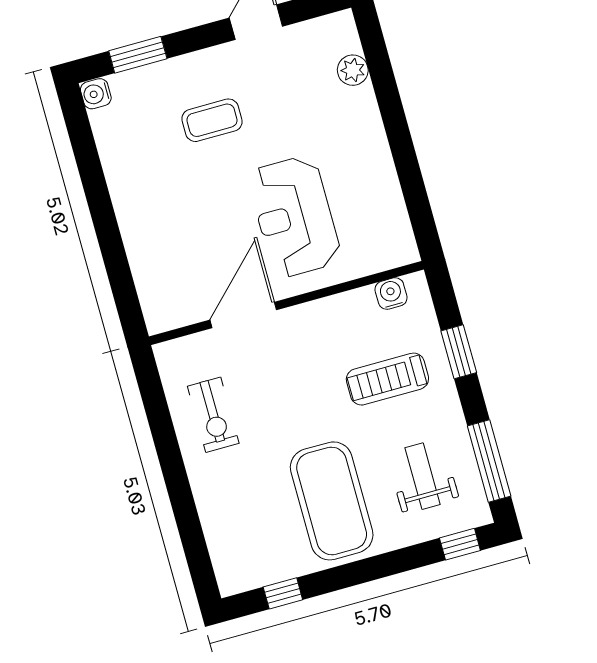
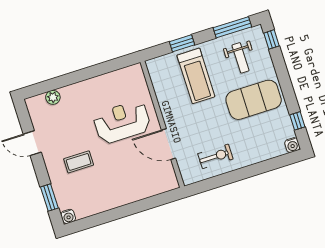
coffee table: (212, 120) -> (79, 162), turned 90
reception desk: (294, 217) -> (122, 122), turned 180
water cooler: (391, 294) -> (292, 145), moved, turned -90
treadmill: (387, 379) -> (196, 76), width x1.37, depth x1.38
weight bench: (423, 476) -> (240, 58), turned -90

